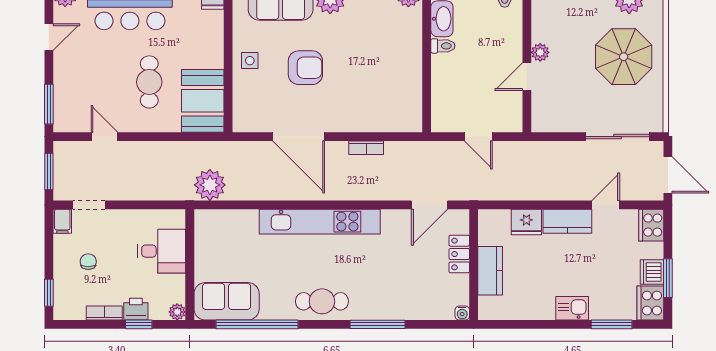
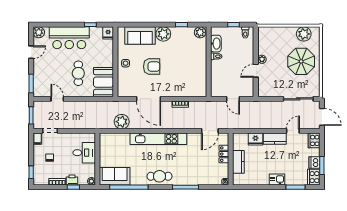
plant: (210, 185) -> (122, 122), moved

